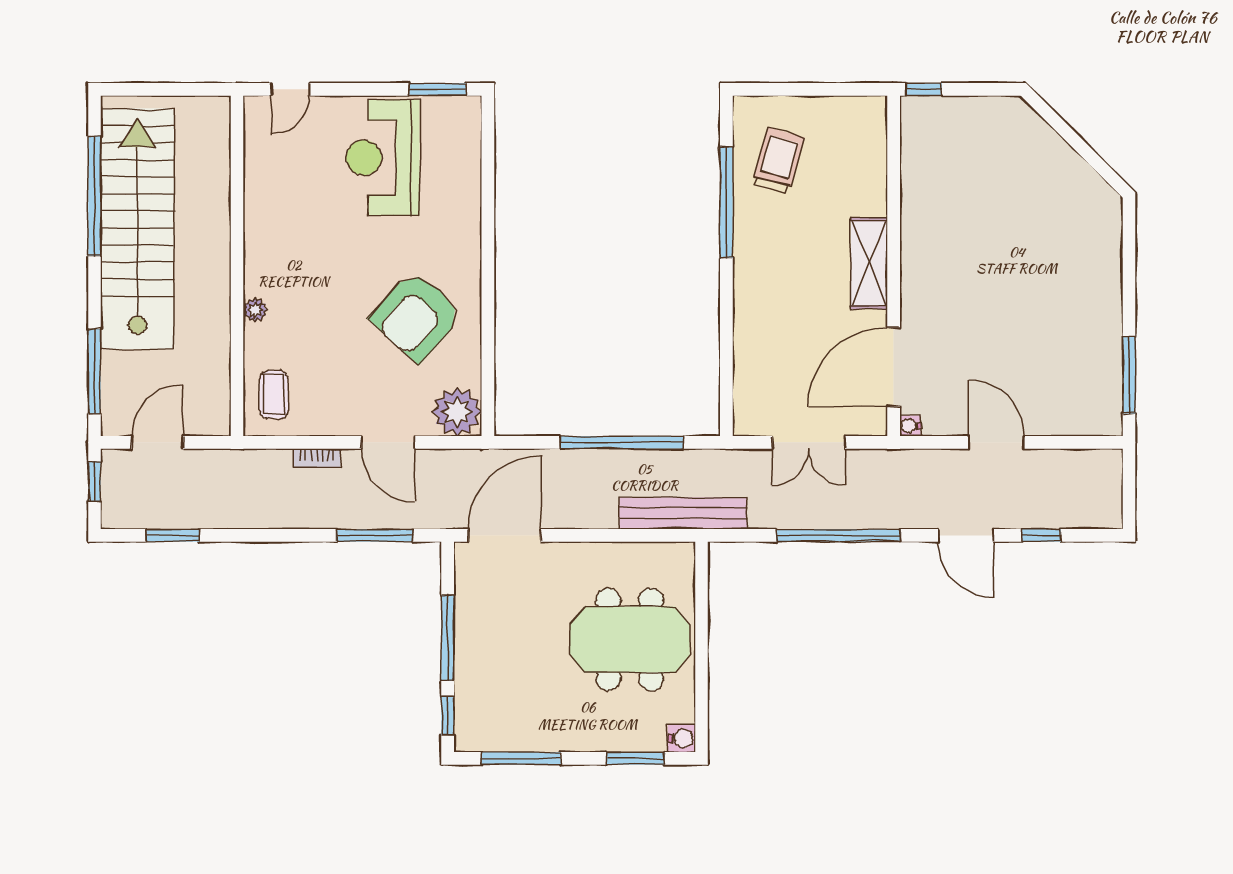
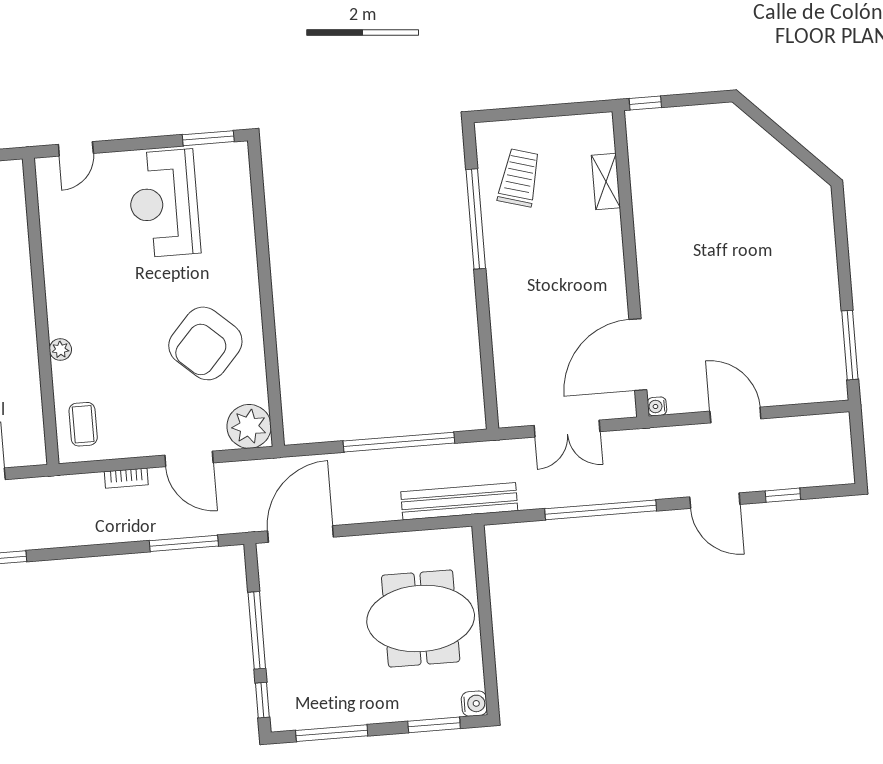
shelving: (869, 263) -> (606, 182), moved, width x0.67, depth x0.75

